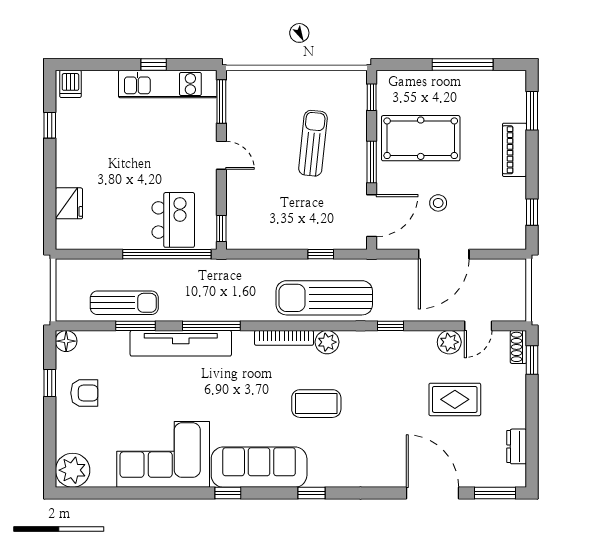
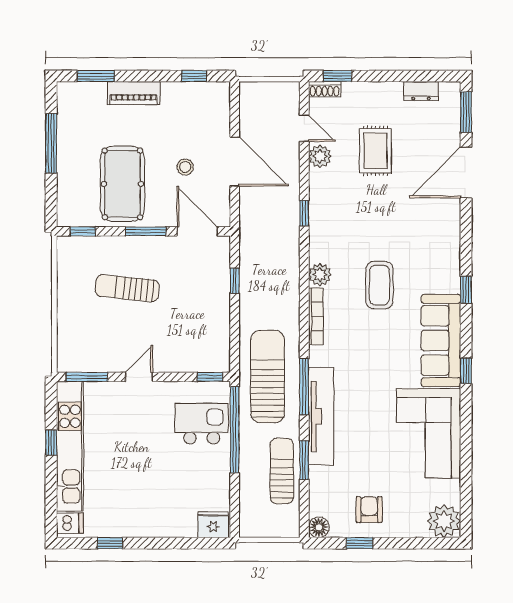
kitchen unit: (168, 84) -> (70, 446), width x1.36
fridge: (69, 203) -> (213, 525), moved
sun lounger: (324, 298) -> (268, 376), moved, turned 180

